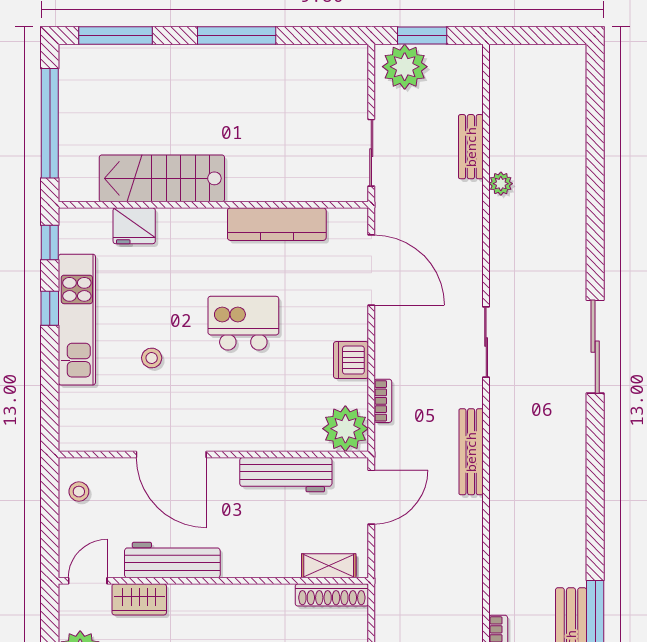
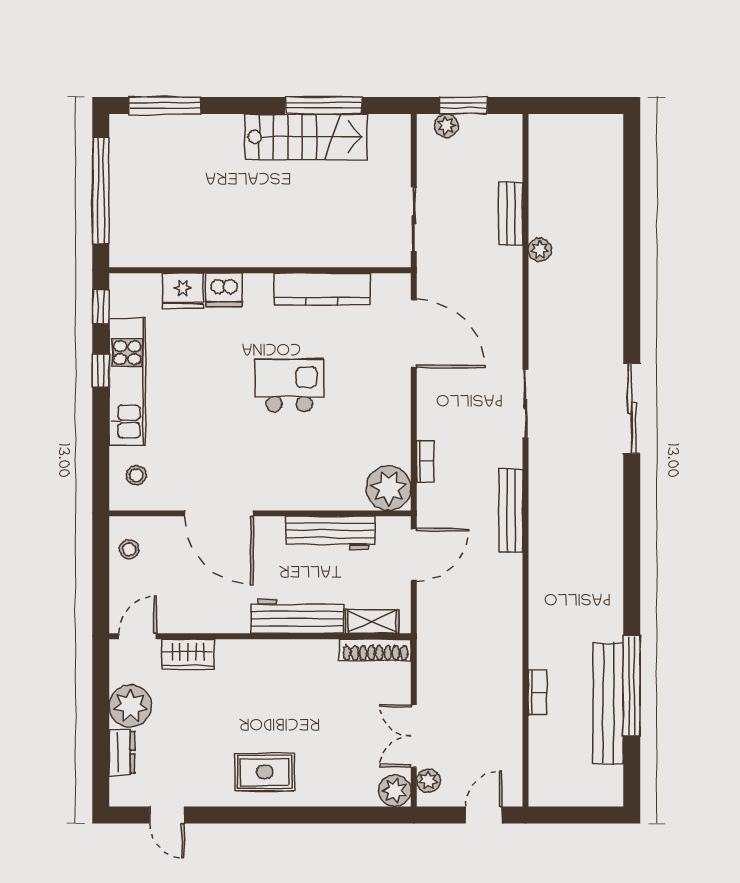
window: (237, 36) -> (323, 105), moved
plant: (405, 67) -> (446, 126), width x0.53, depth x0.53
stairs: (162, 178) -> (306, 137), moved, turned 180
stool: (152, 358) -> (136, 475), moved
dishwasher: (351, 360) -> (224, 290), moved, turned -90
workbench: (172, 560) -> (297, 616), moved

